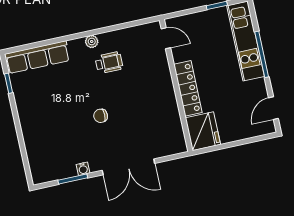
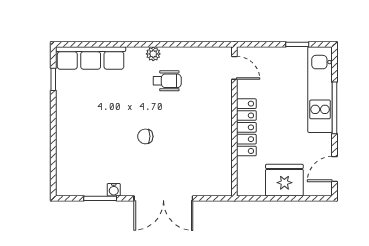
fridge: (203, 131) -> (284, 180), moved, turned -90

